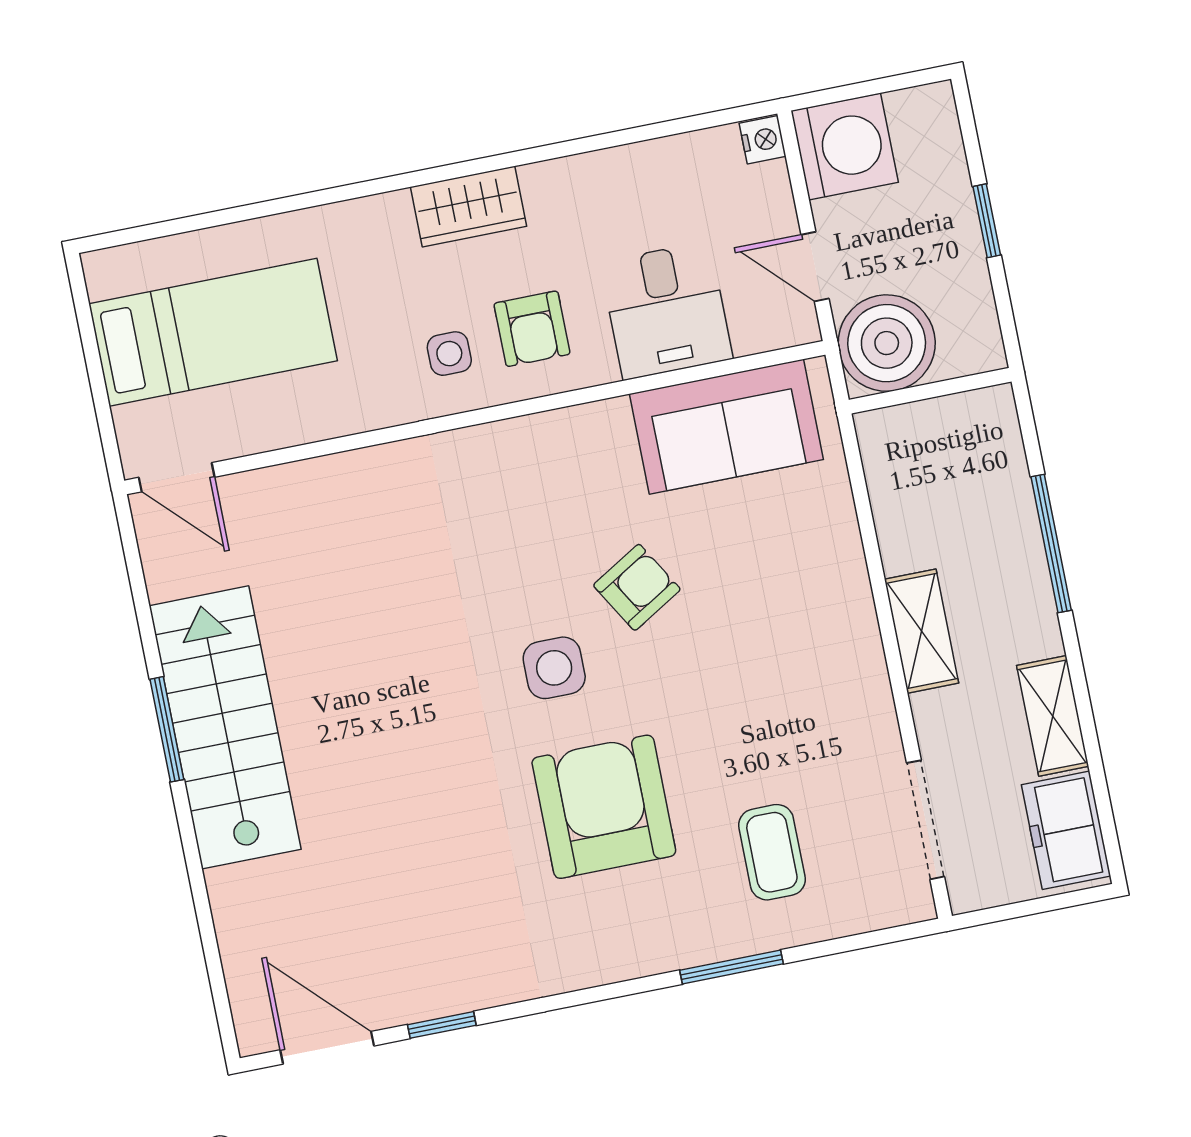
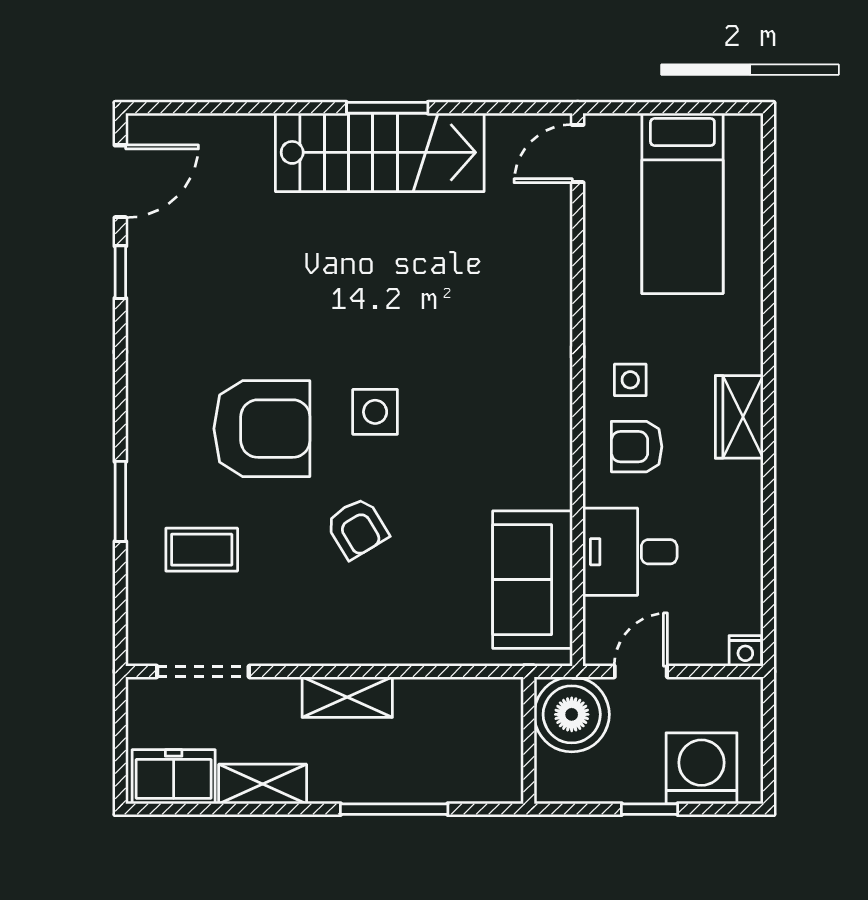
washing machine: (845, 147) -> (701, 768), moved, turned 180
armchair: (637, 587) -> (357, 528), moved

